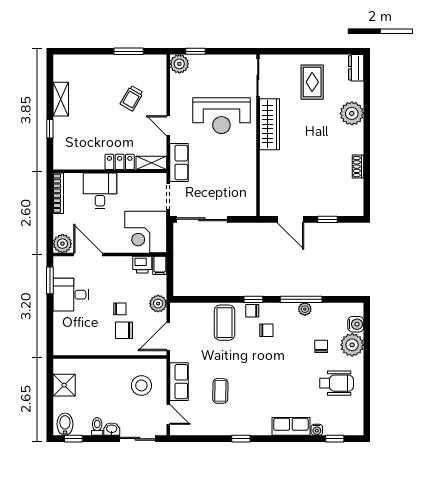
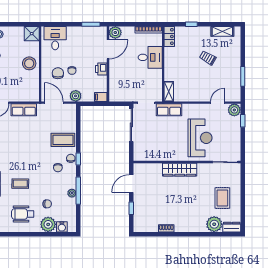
rug: (312, 82) -> (222, 198), turned 90
trolley: (132, 98) -> (208, 58), moved
shelving: (61, 99) -> (222, 31), moved
plant: (352, 113) -> (214, 224), moved
reception desk: (221, 116) -> (200, 138), turned 180
wardrobe: (269, 124) -> (180, 170), moved
door: (168, 126) -> (217, 103), moved
locker: (120, 162) -> (169, 36), moved
corner desk: (146, 232) -> (123, 88), removed
printer: (142, 265) -> (101, 69), moved
desk: (71, 295) -> (55, 38), moved
wheelchair: (336, 383) -> (23, 214), turned 90
shower: (64, 385) -> (32, 34), moved
stool: (141, 385) -> (29, 63), moved
coffee table: (220, 391) -> (20, 184), moved

